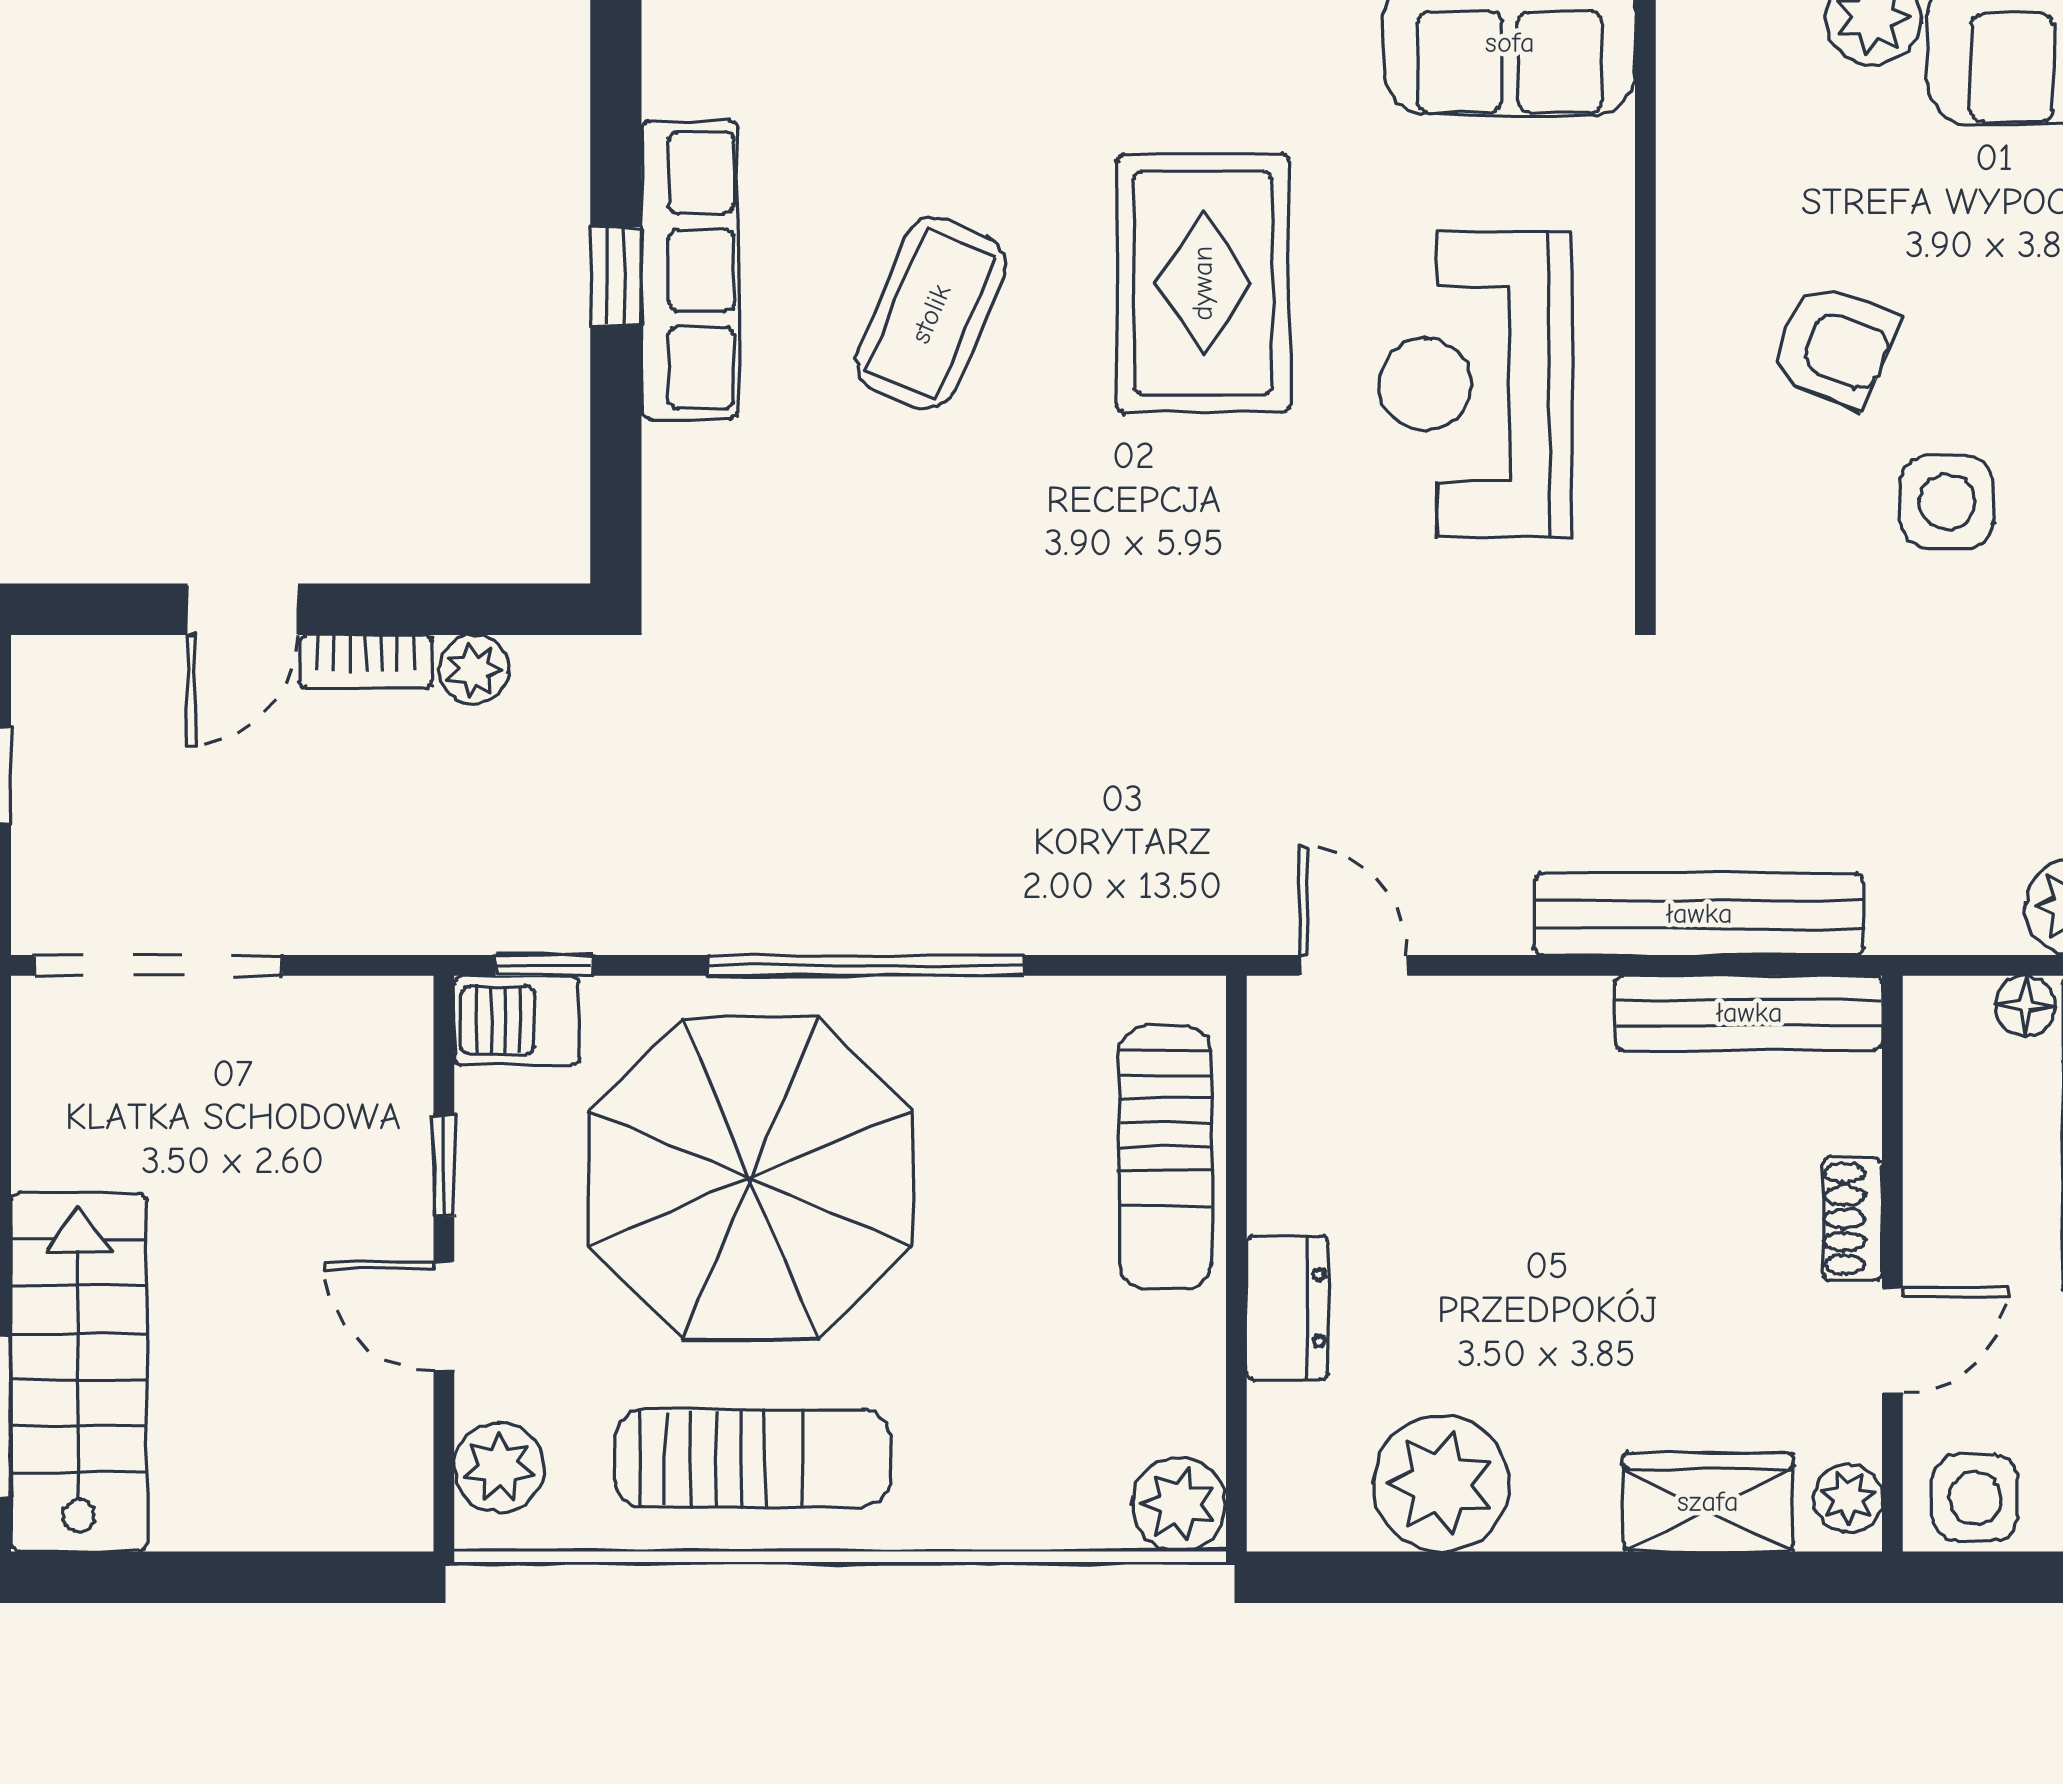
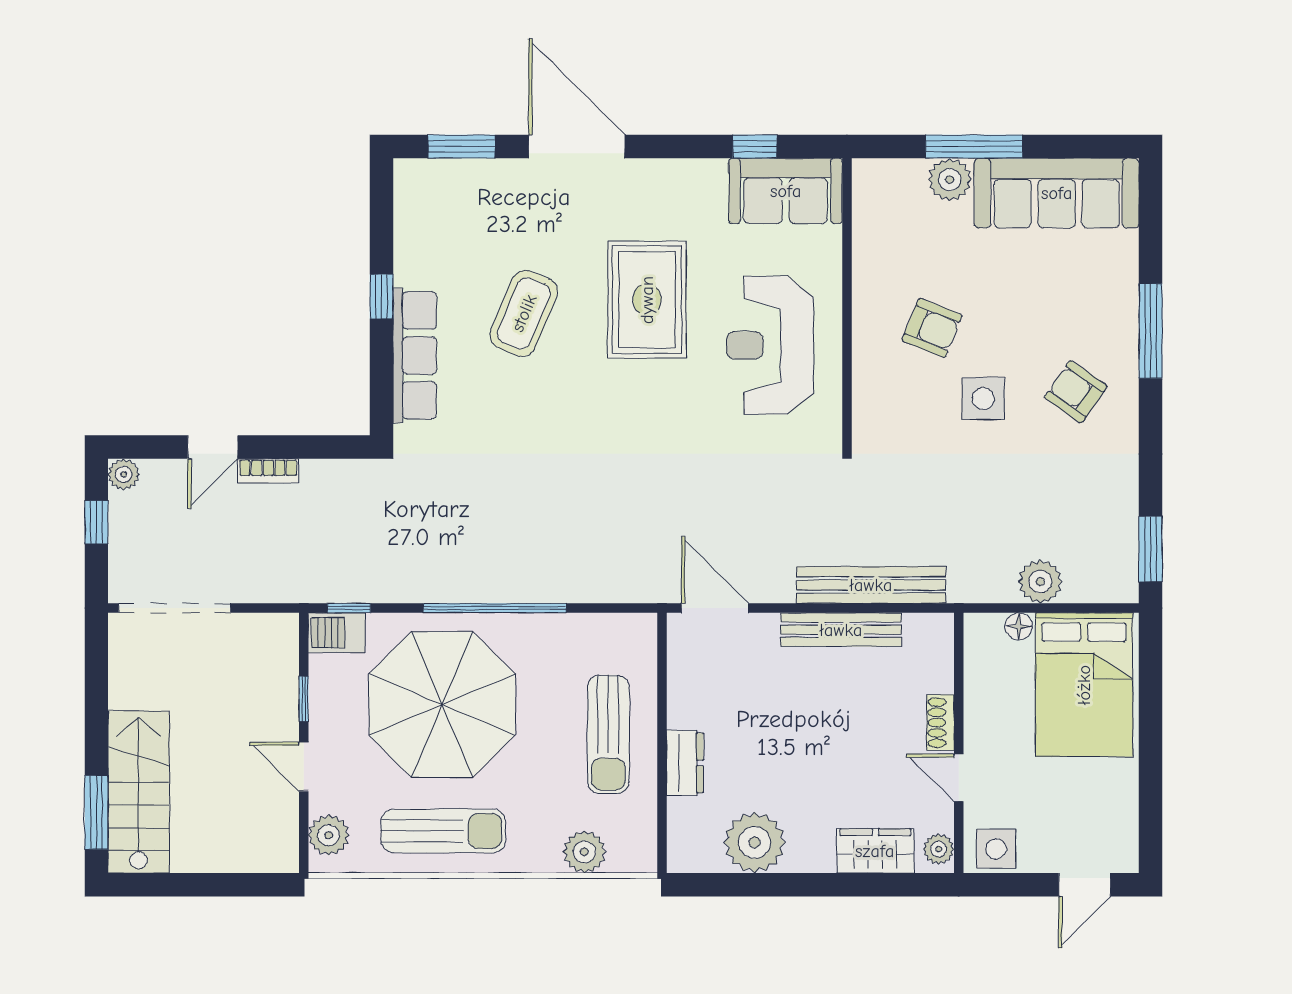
row of seats: (690, 270) -> (415, 355), moved
plant: (474, 670) -> (124, 474), moved
door: (1353, 965) -> (715, 608), width x1.37
bench: (1749, 1013) -> (841, 630), moved
sun lounger: (1165, 1158) -> (608, 734), moved
door: (1892, 1341) -> (959, 778), swing flipped
plant: (1179, 1505) -> (584, 852), moved

